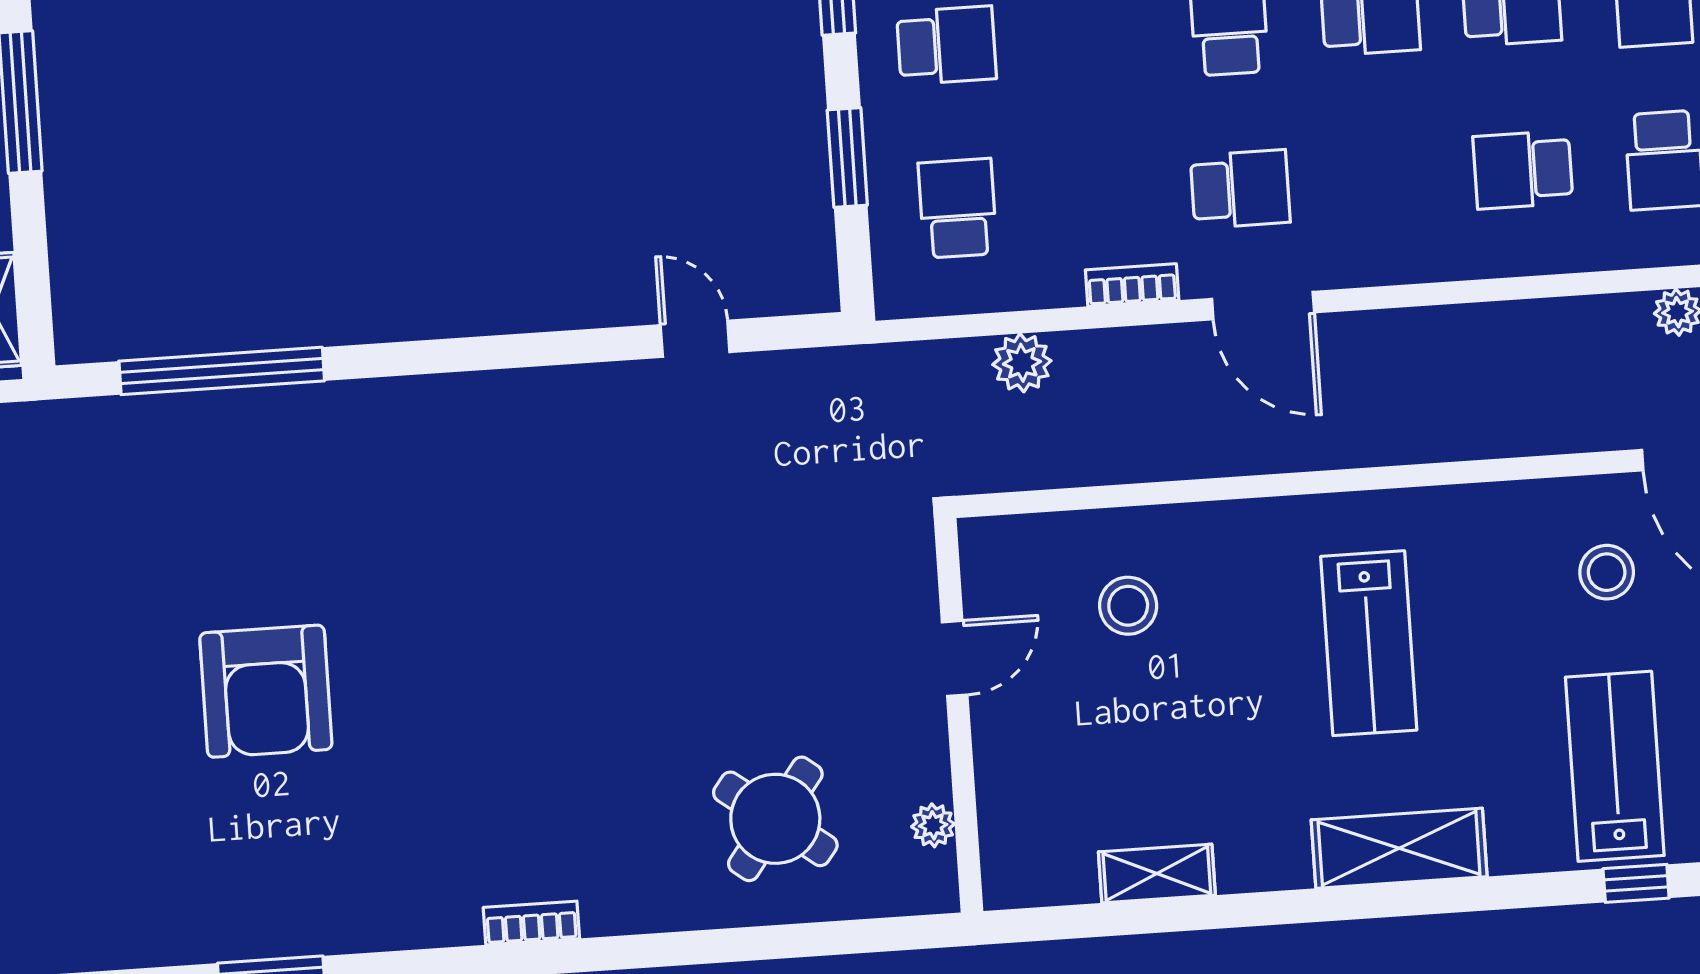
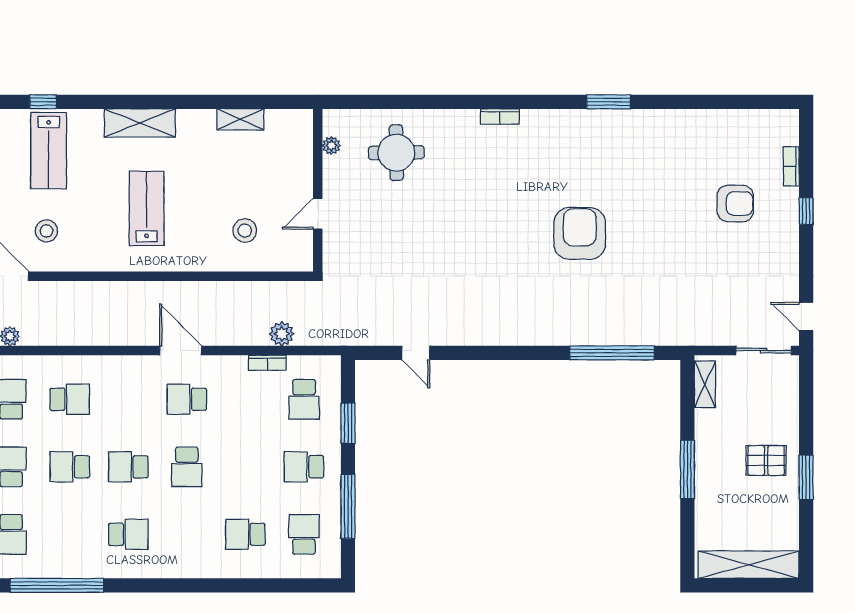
bookcase: (1132, 285) -> (267, 363), moved
armchair: (266, 691) -> (580, 233), moved
round table: (775, 819) -> (396, 153), turned -38

